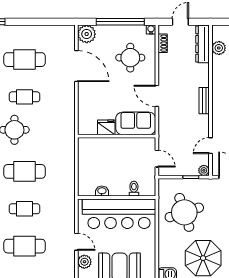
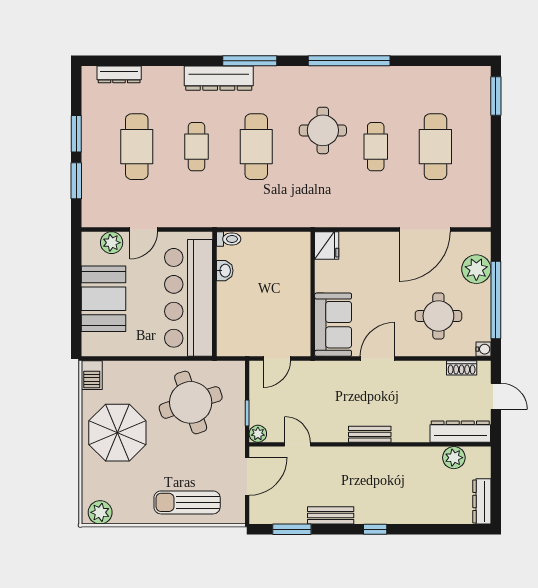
plant: (87, 34) -> (476, 269), moved
fridge: (106, 127) -> (327, 245), moved
toilet: (134, 189) -> (229, 239), moved

